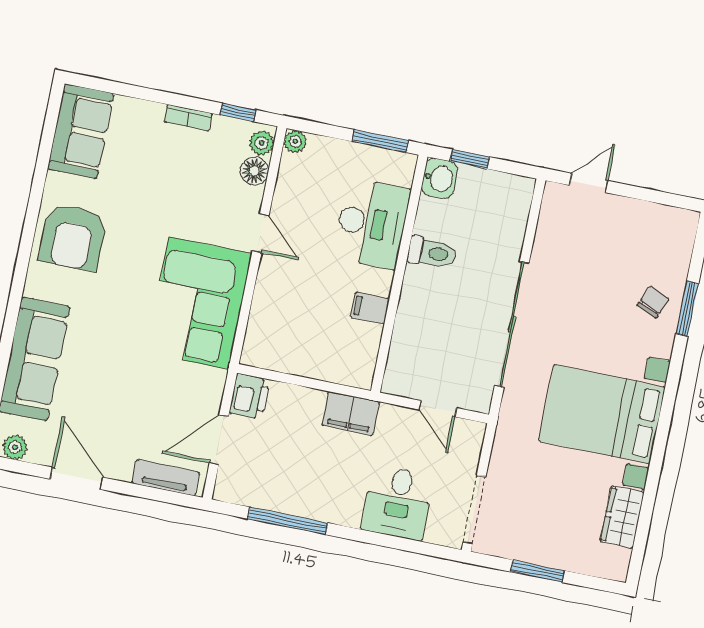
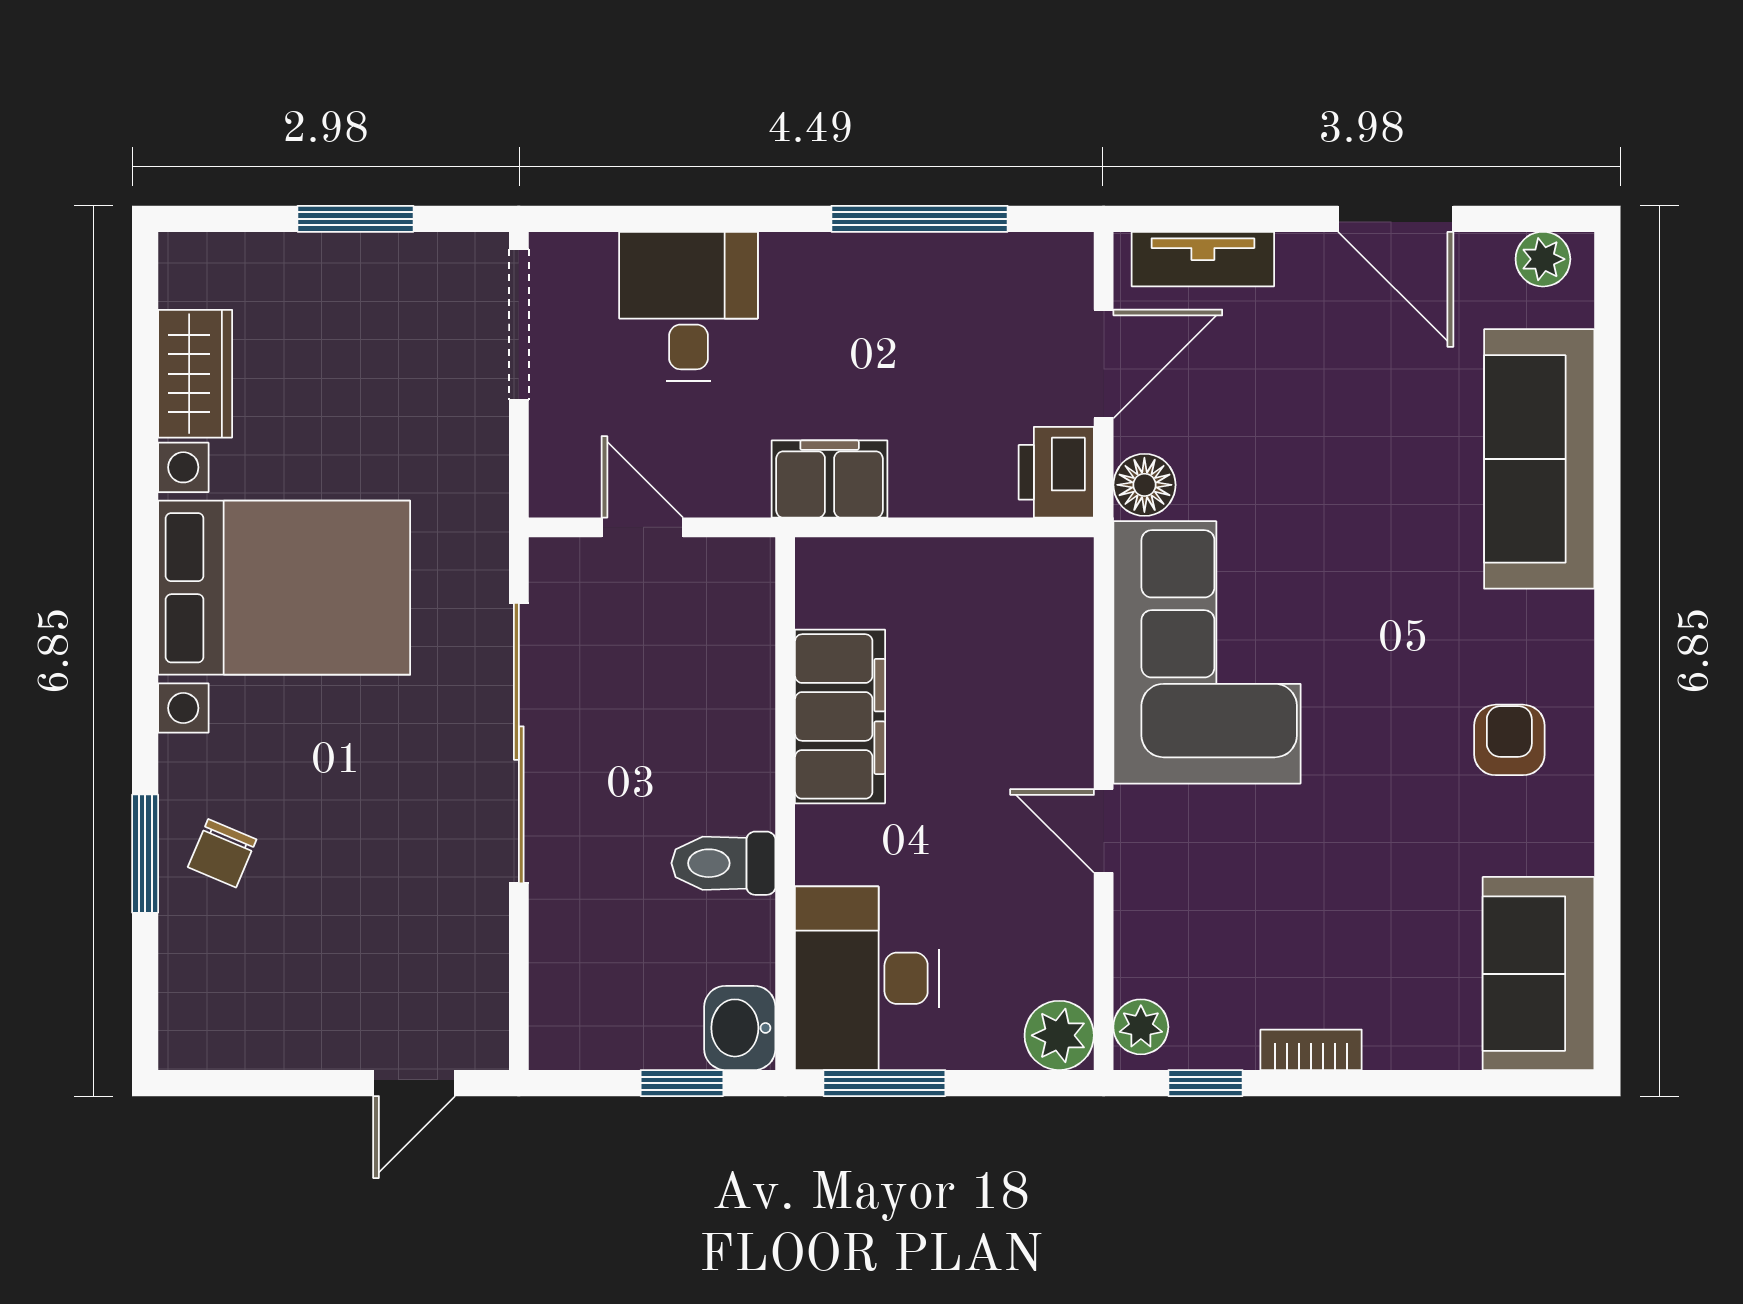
plant: (295, 141) -> (1059, 1035), width x1.38, depth x1.38
floor lamp: (254, 171) -> (1144, 485), moved
desk: (372, 224) -> (867, 978), moved
armchair: (73, 237) -> (1509, 740), width x0.53, depth x0.53
filing cabinet: (370, 308) -> (840, 716), width x3.00, depth x1.17

